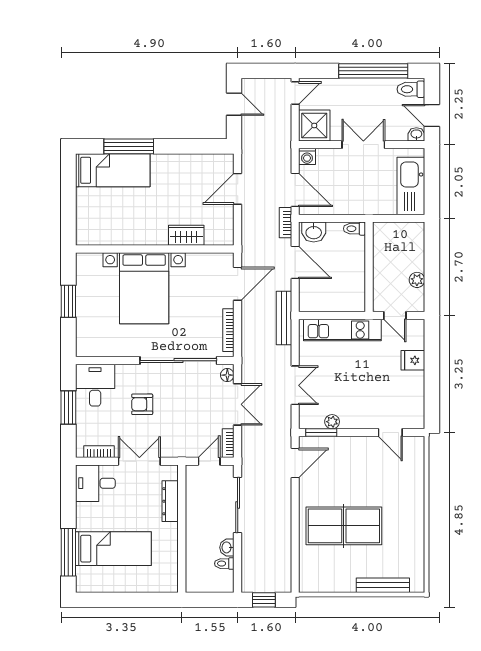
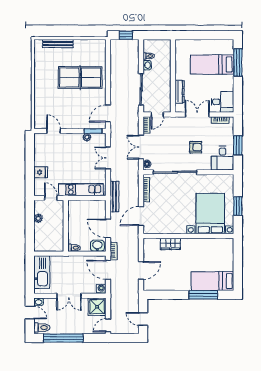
bed with nightstands: (144, 288) -> (210, 214), moved
double door: (139, 461) -> (197, 115), swing flipped

